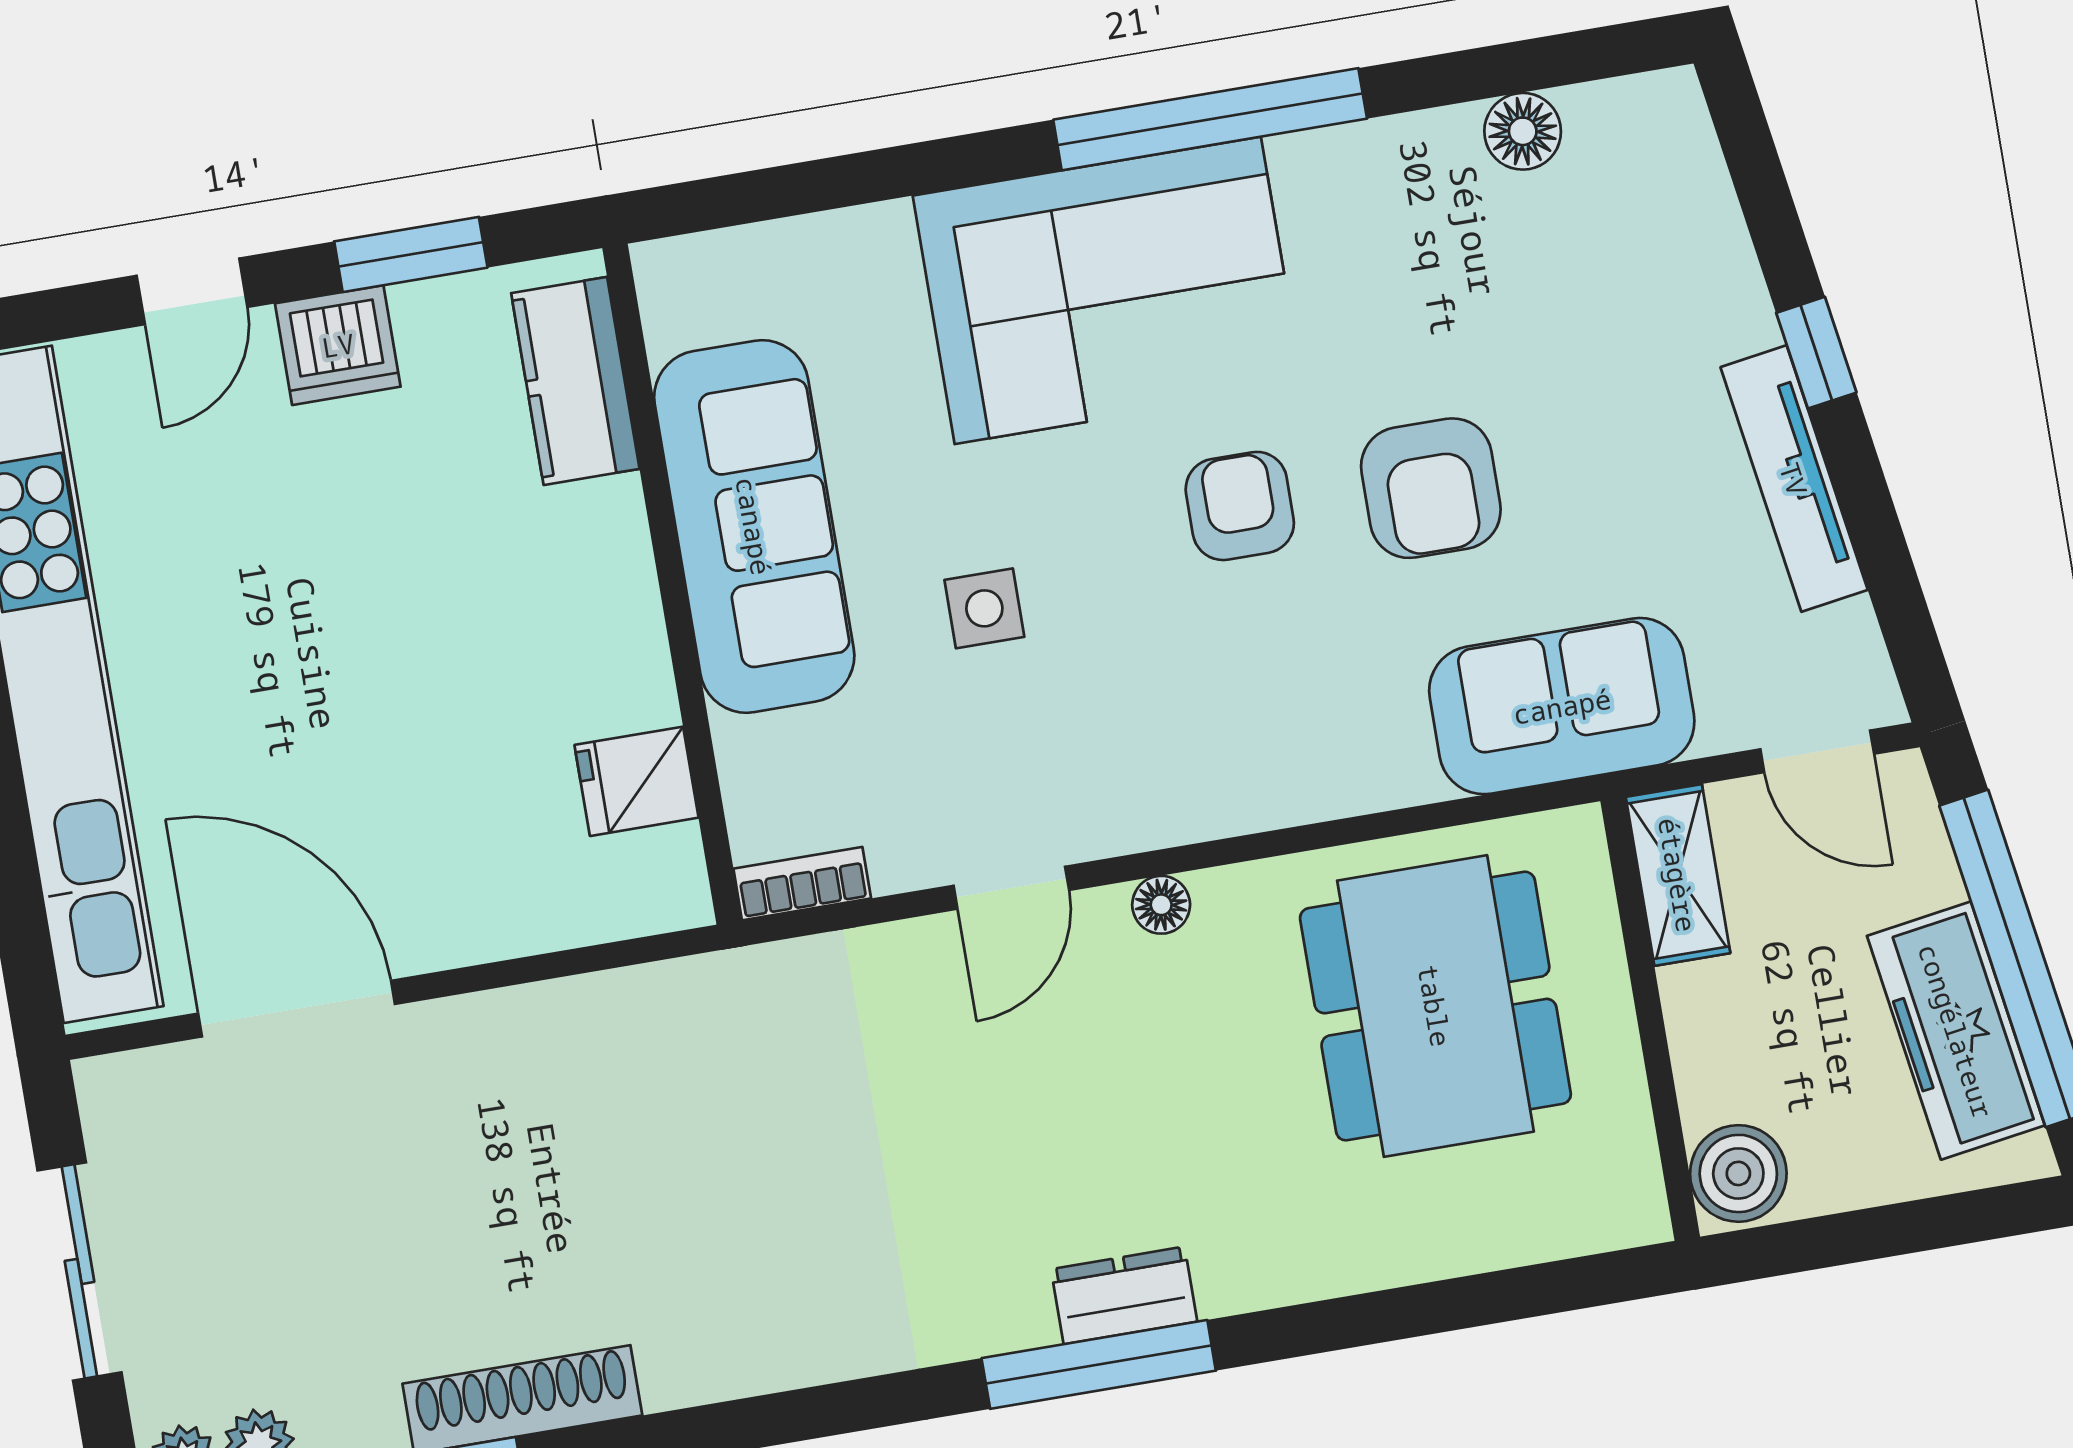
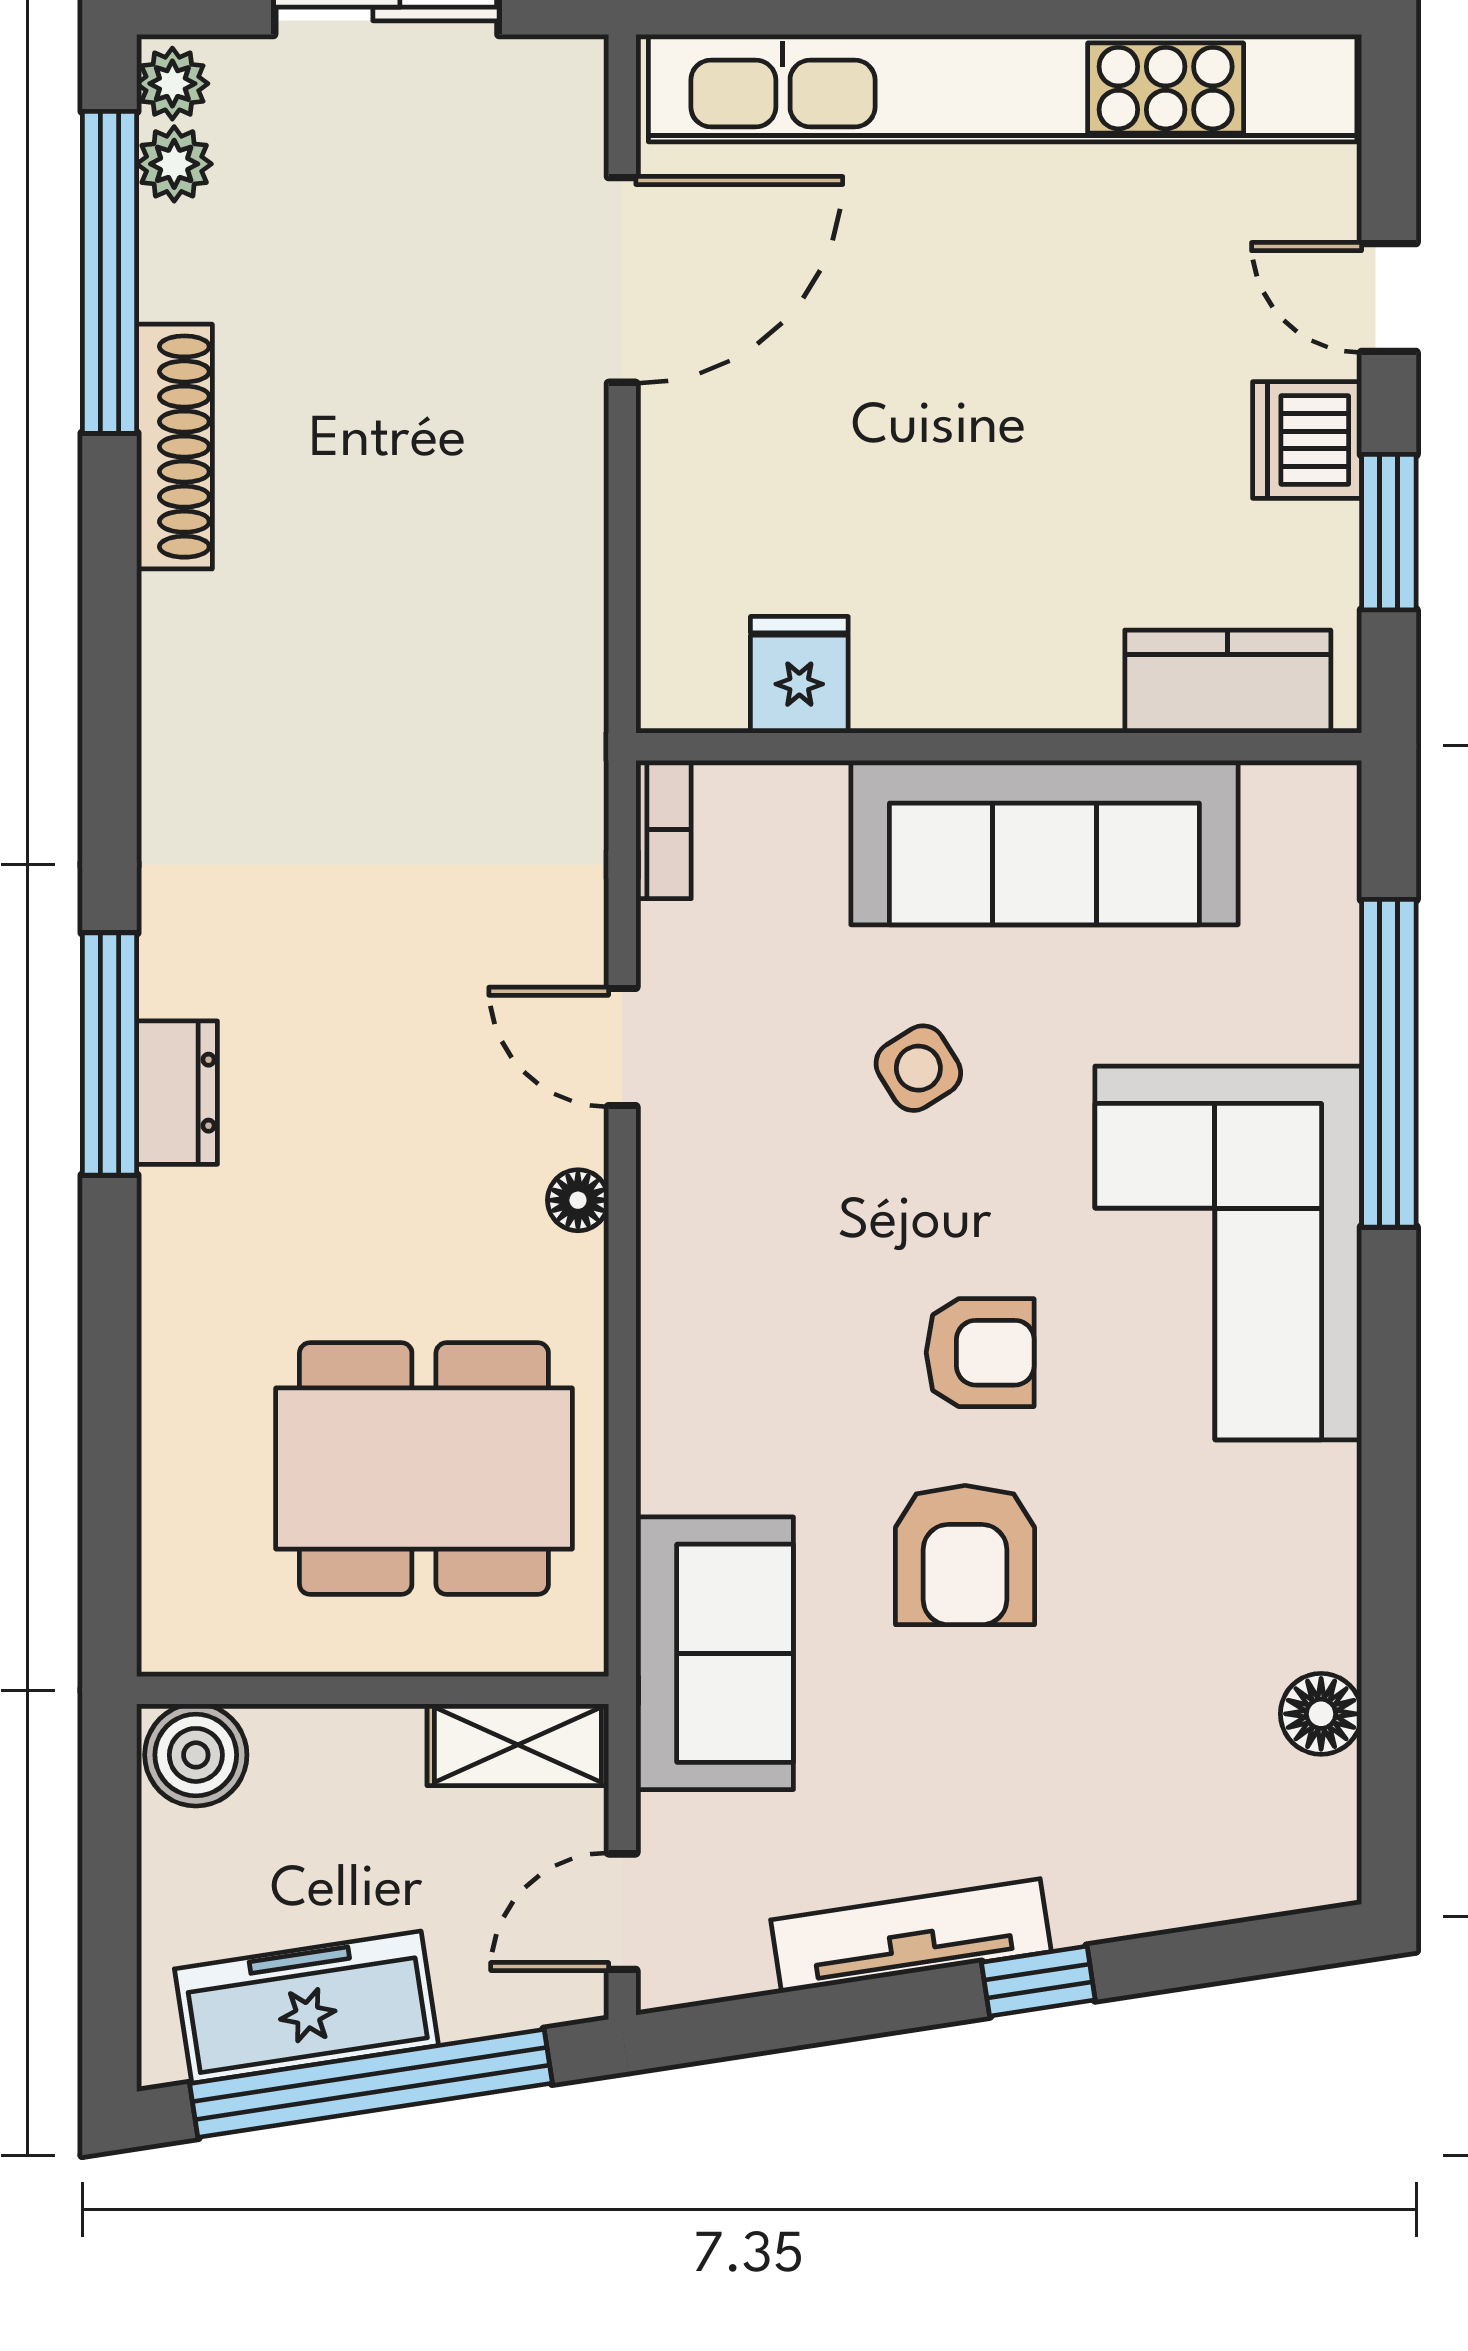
window: (1210, 119) -> (1389, 1063), moved
armchair: (1431, 488) -> (965, 1555), turned -90
side table: (984, 608) -> (918, 1068), turned -32

